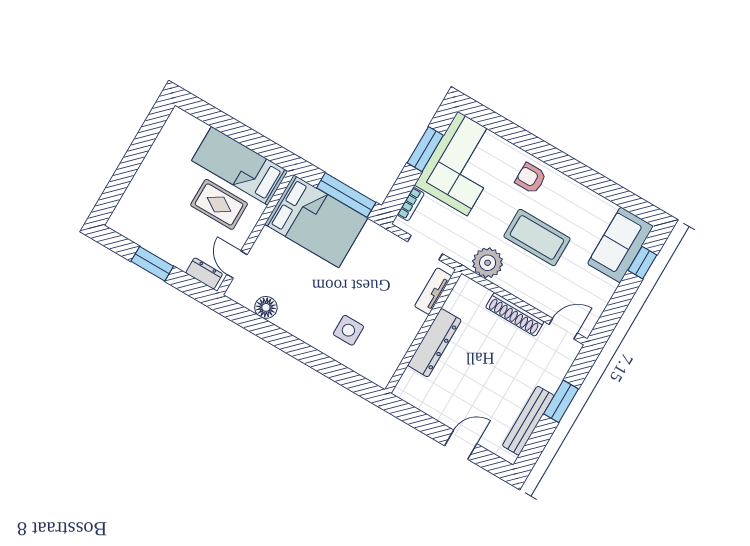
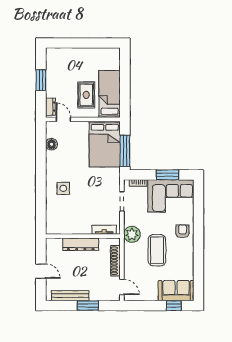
door: (237, 265) -> (63, 119), hinge flipped
tv unit: (433, 291) -> (104, 230), moved
wall: (423, 332) -> (83, 236), moved
dresser: (434, 343) -> (81, 244), moved

